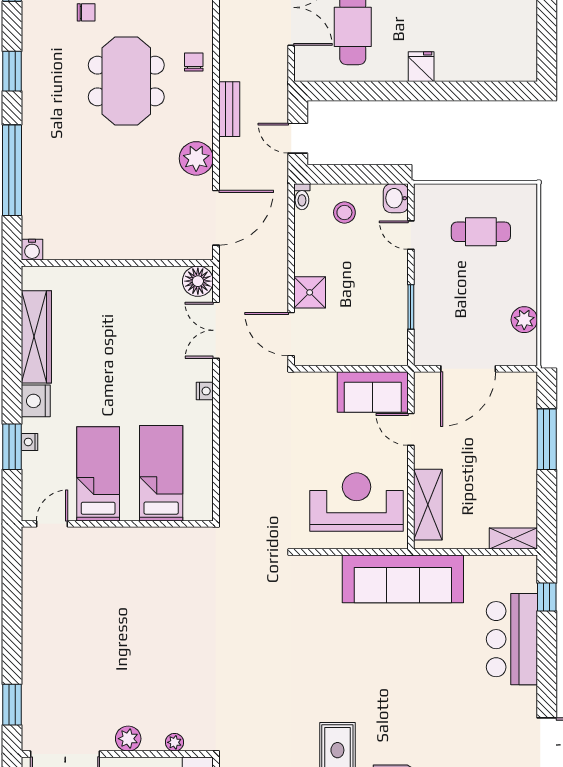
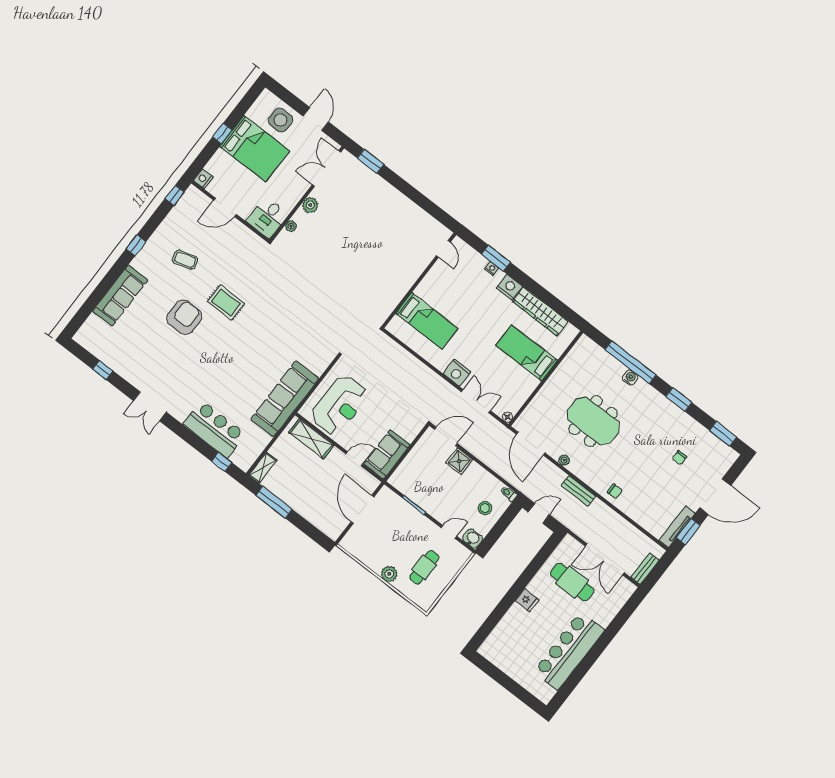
meeting table: (126, 81) -> (593, 421), moved
plant: (196, 158) -> (564, 460), width x0.53, depth x0.53
water cooler: (32, 250) -> (630, 378), moved, turned 90
floor lamp: (198, 281) -> (507, 417), width x0.53, depth x0.53
plant: (524, 320) -> (389, 574), moved
nightstand: (205, 391) -> (457, 373), width x1.89, depth x1.79
window: (547, 439) -> (274, 502), moved
bed: (98, 474) -> (527, 353), moved, turned 180

